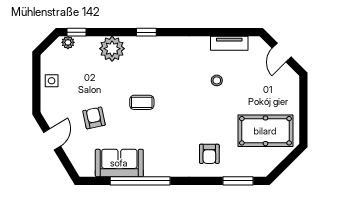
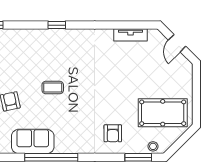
plant: (112, 49) -> (26, 40), removed
stool: (217, 80) -> (153, 146), moved

